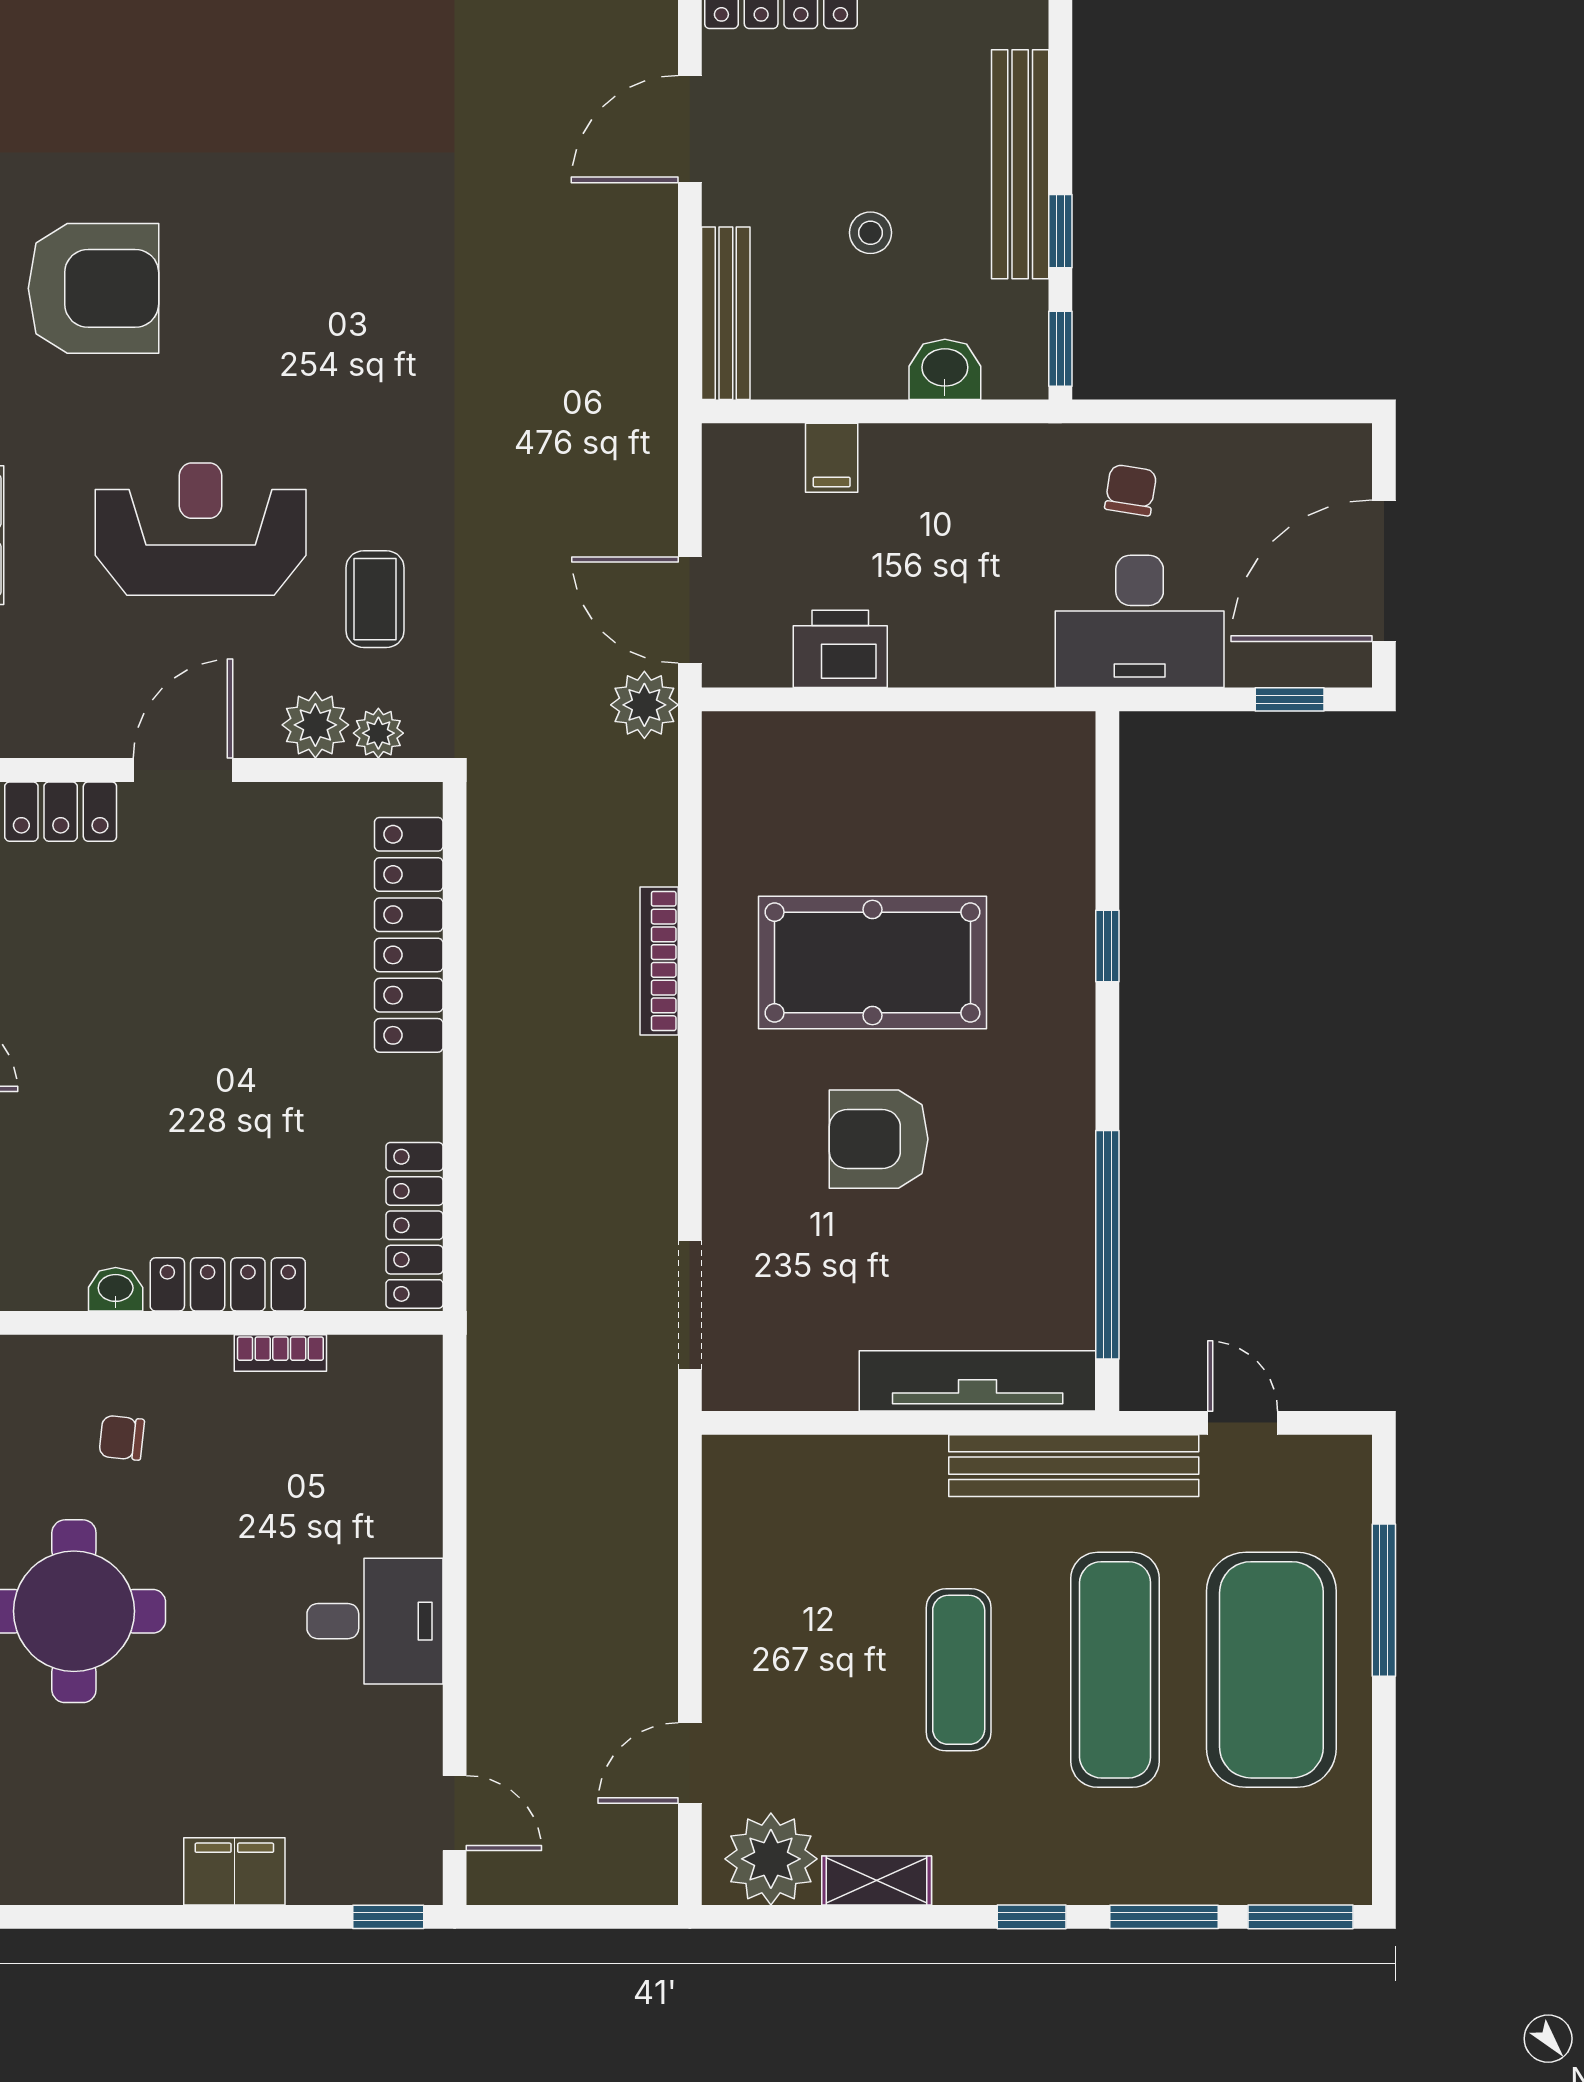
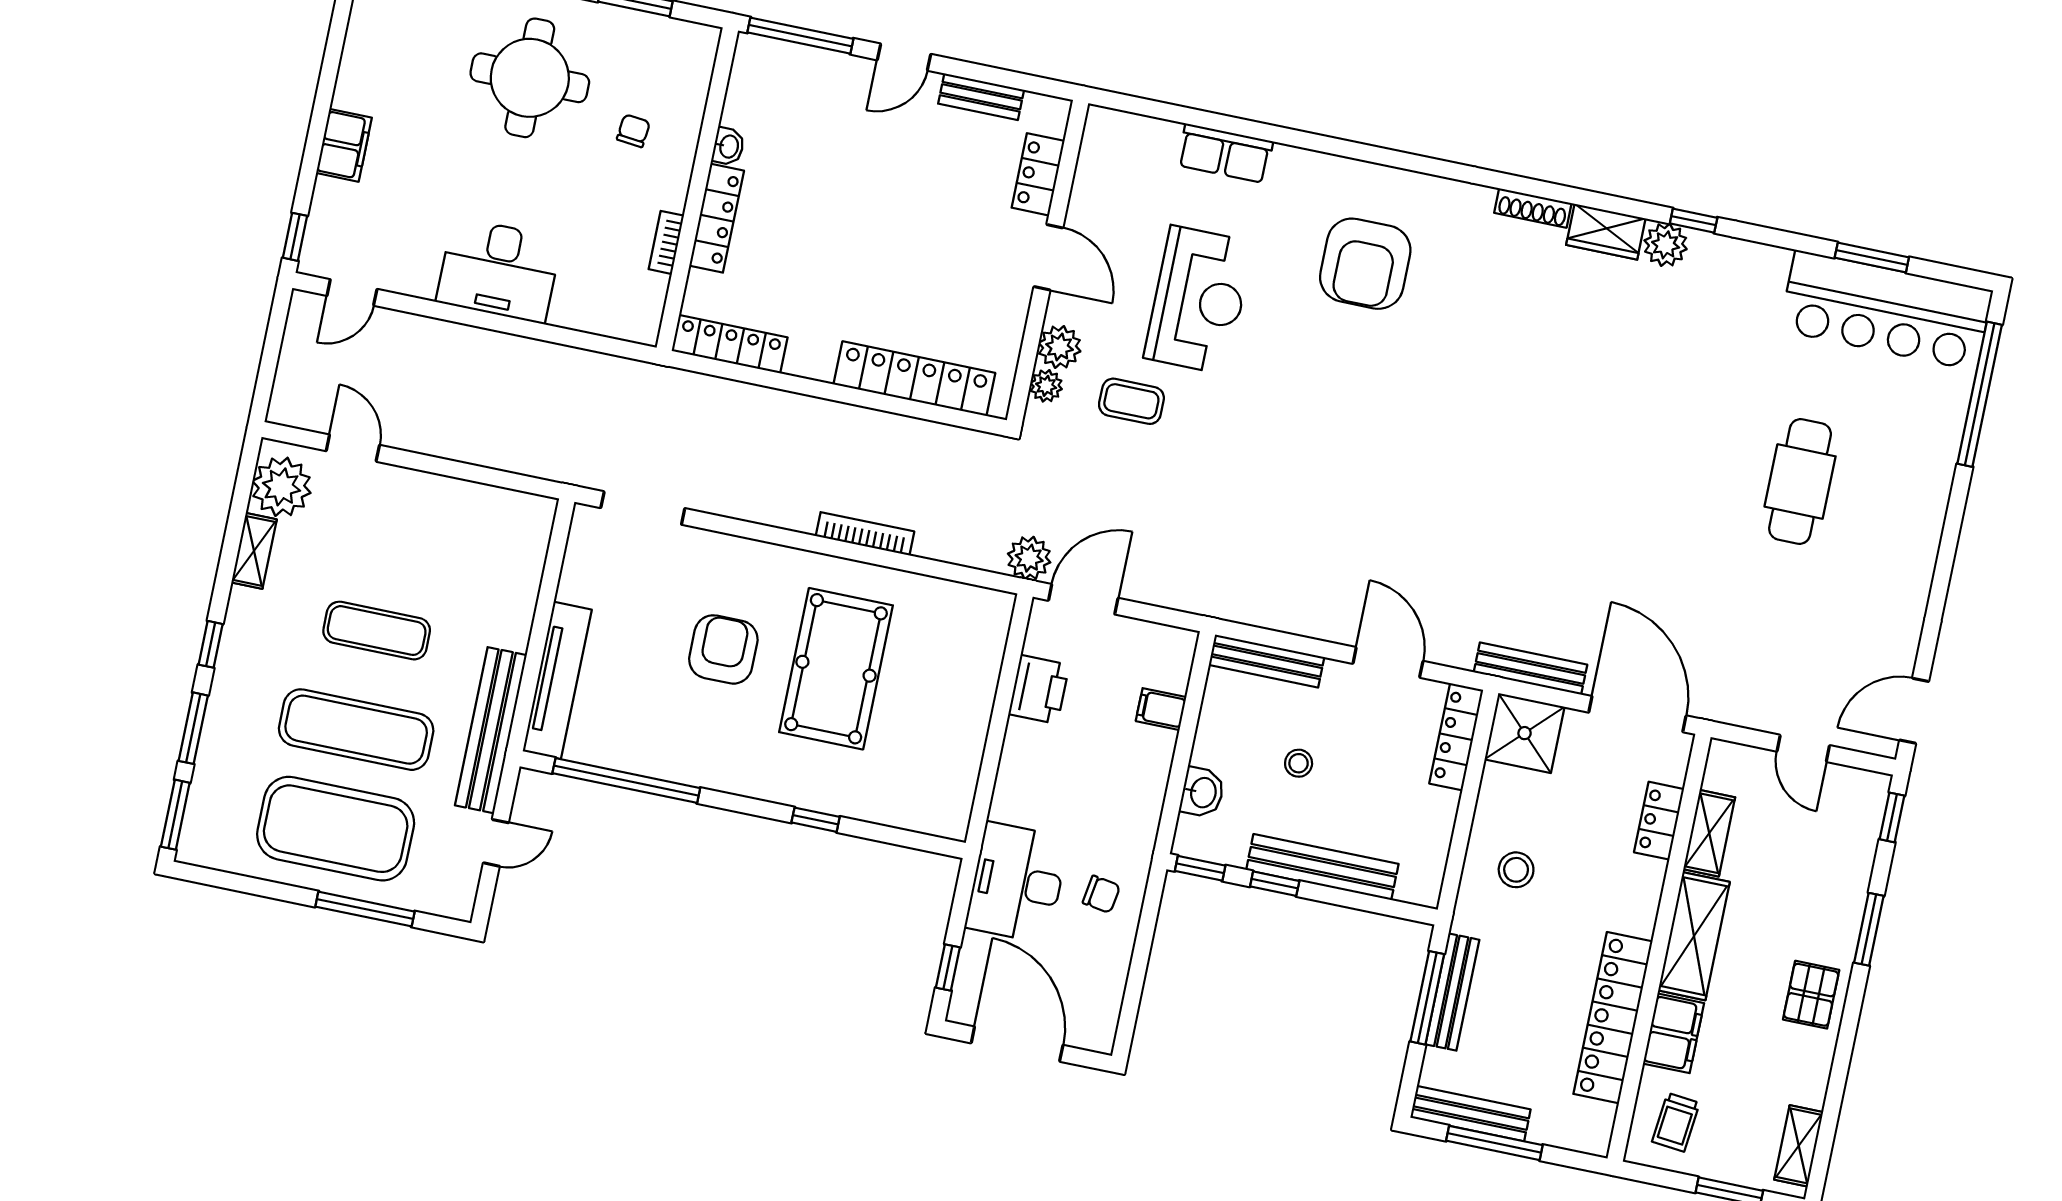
desk: (375, 1621) -> (499, 270), width x1.37

